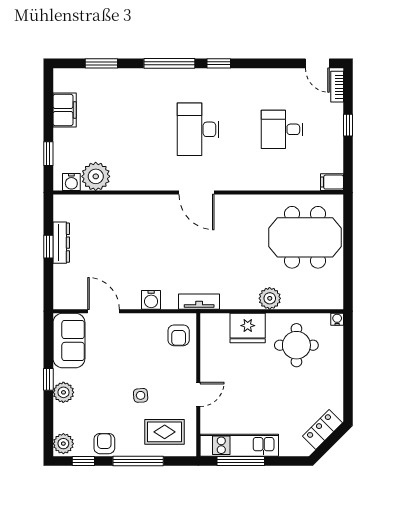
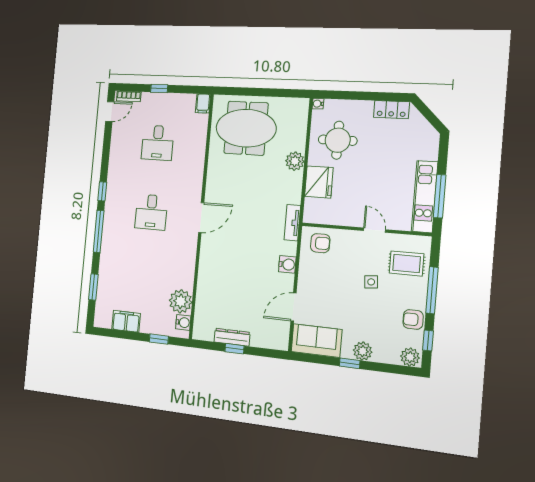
desk: (198, 129) -> (151, 212), width x0.73
meeting table: (305, 237) -> (246, 128), turned 90
locker: (322, 429) -> (391, 110), moved, turned -45
rug: (165, 432) -> (407, 263), turned 90

